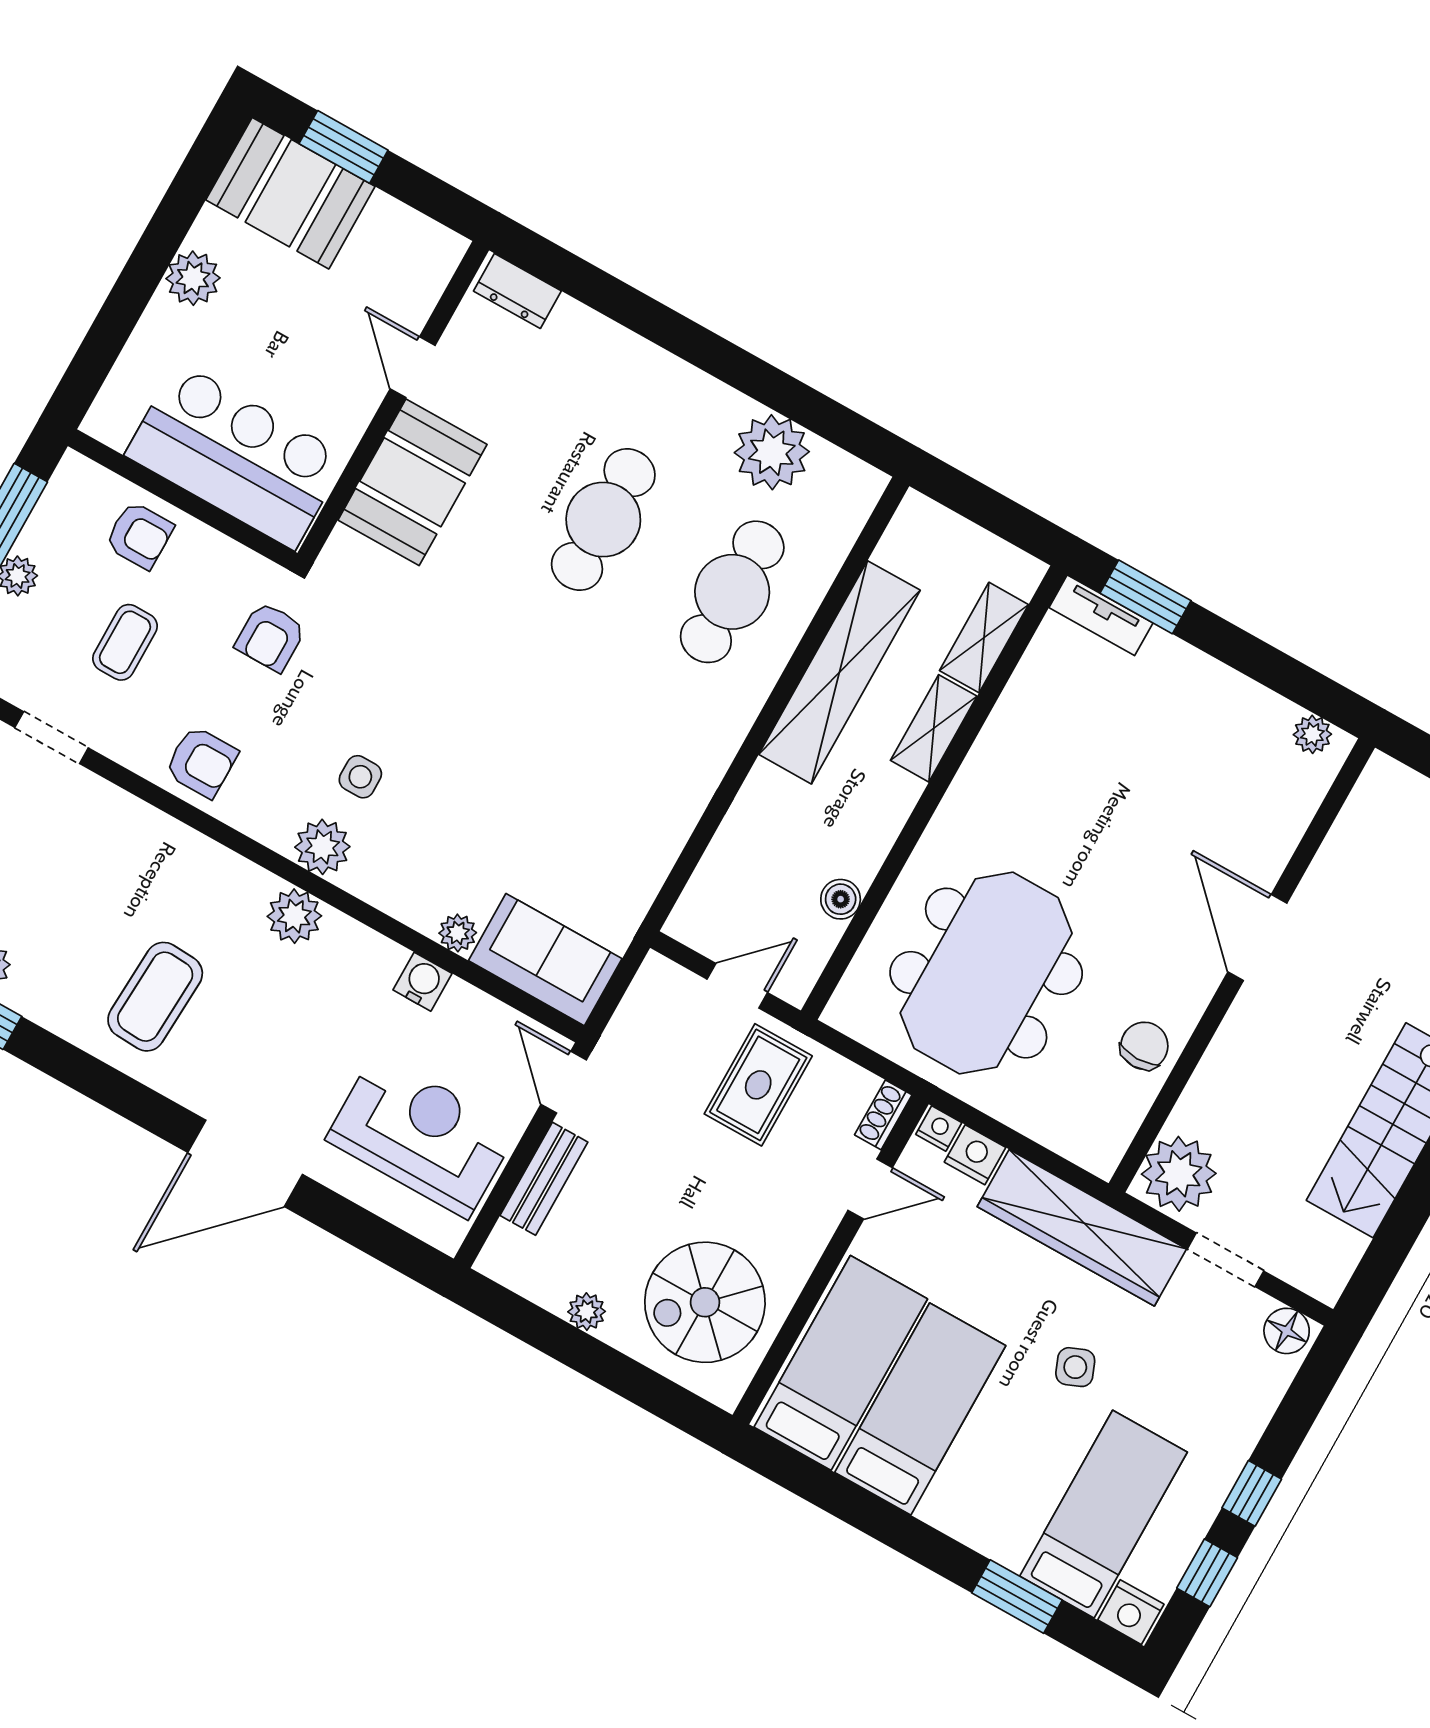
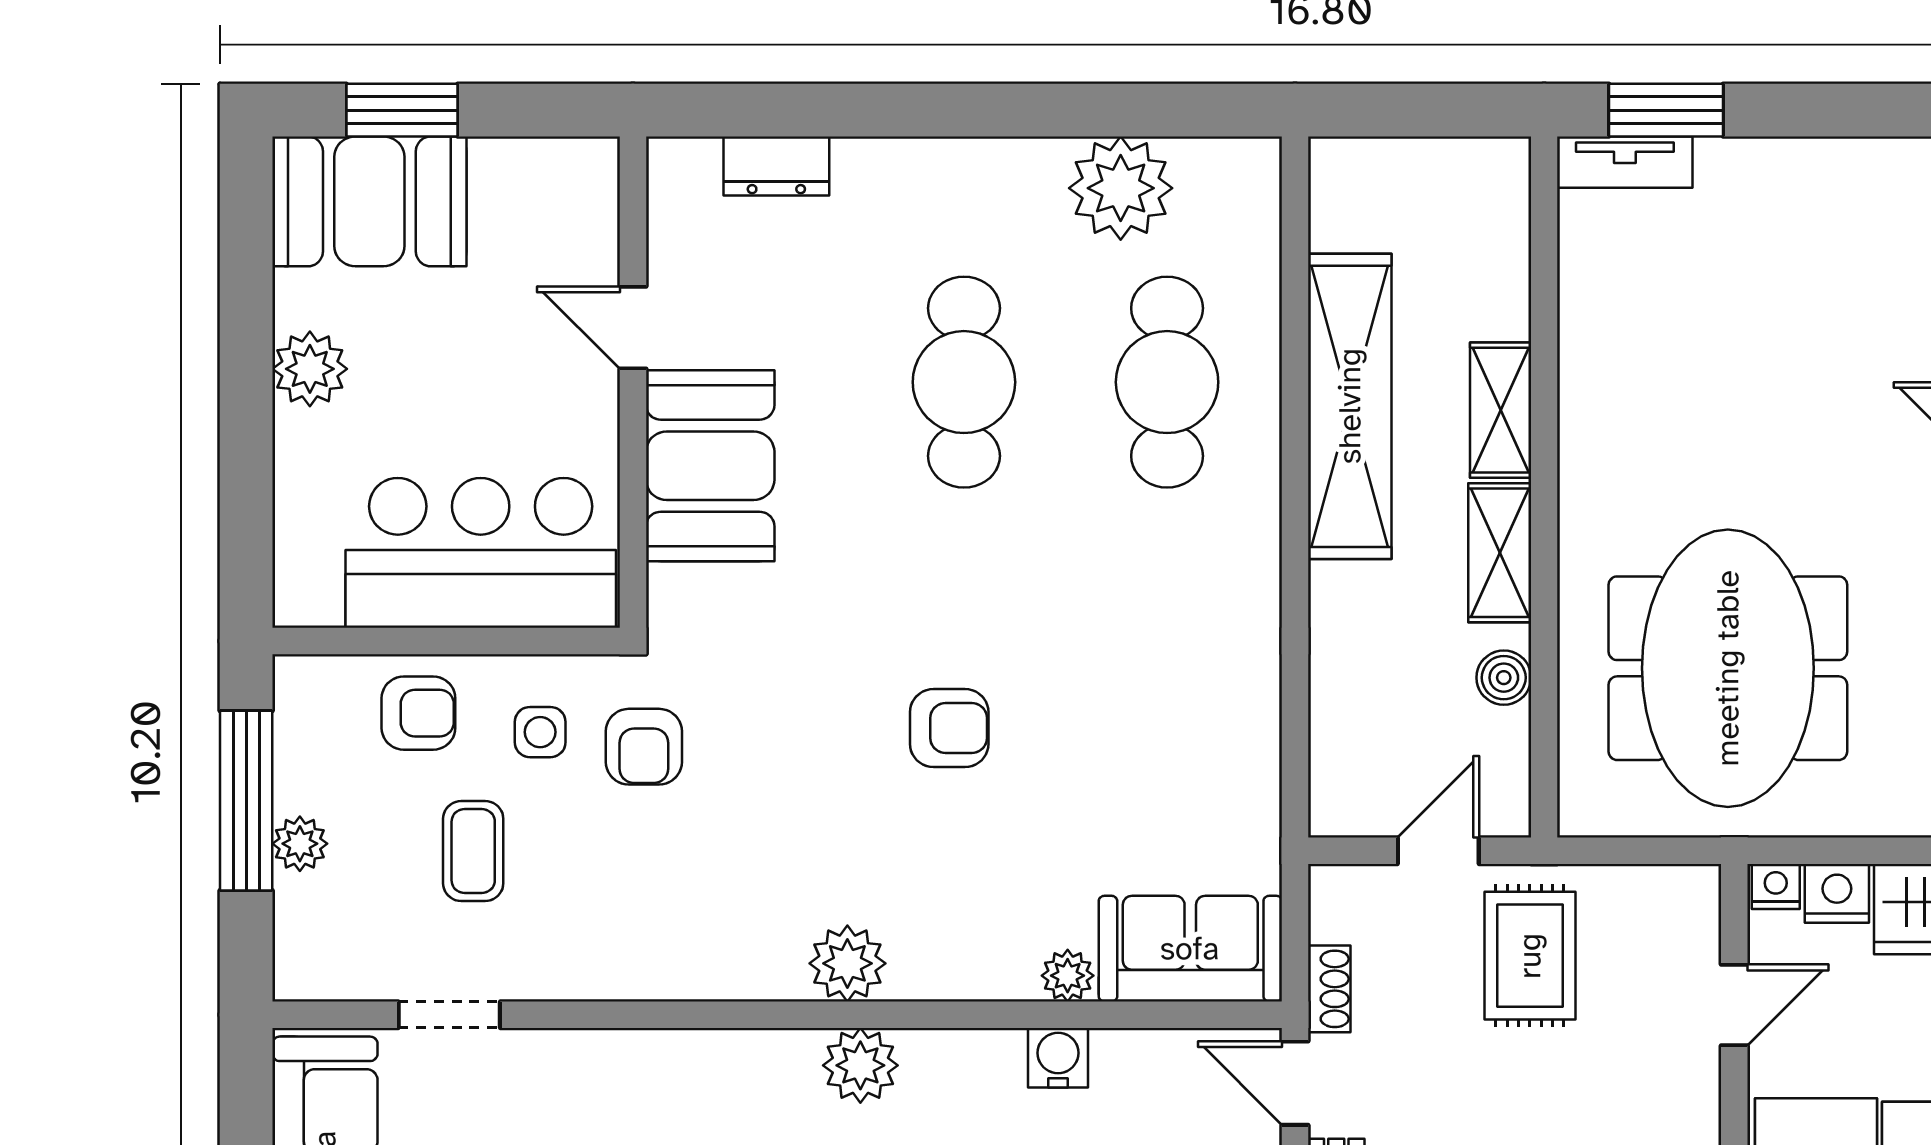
dresser: (517, 291) -> (776, 166), moved
shelving: (984, 638) -> (1500, 553), moved
armchair: (201, 762) -> (949, 728), moved
side table: (360, 777) -> (540, 732), moved
shoe rack: (883, 1115) -> (1329, 989), moved, turned 180

